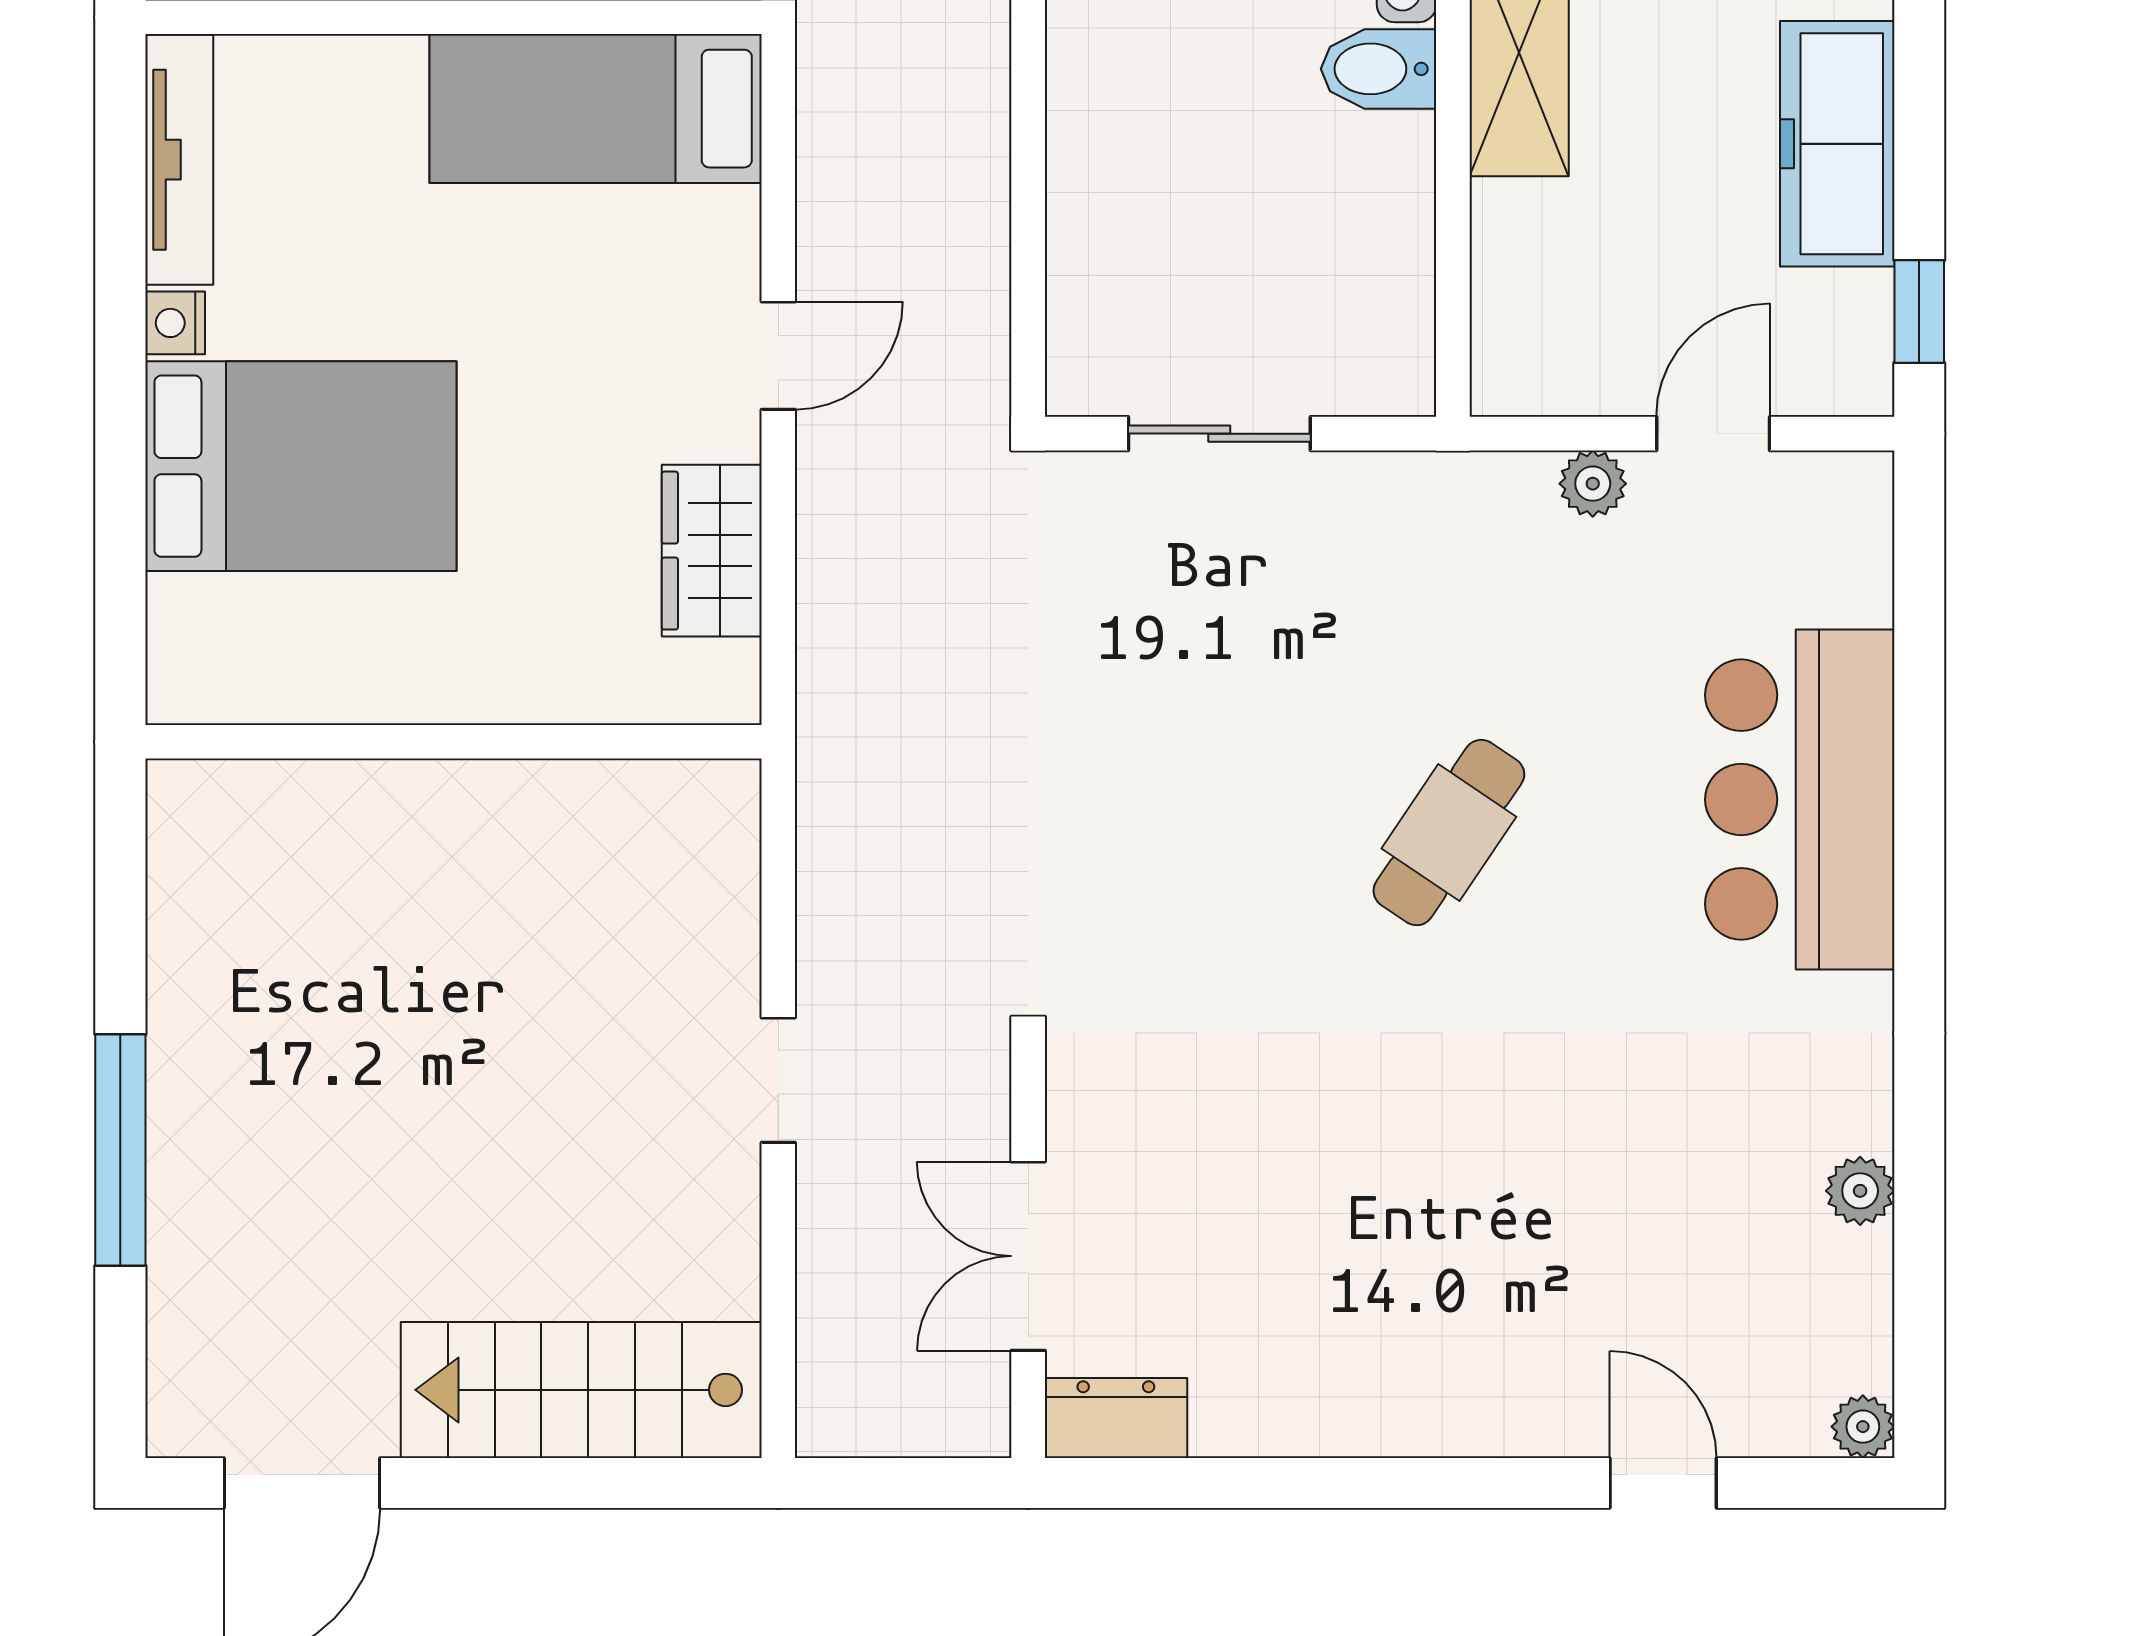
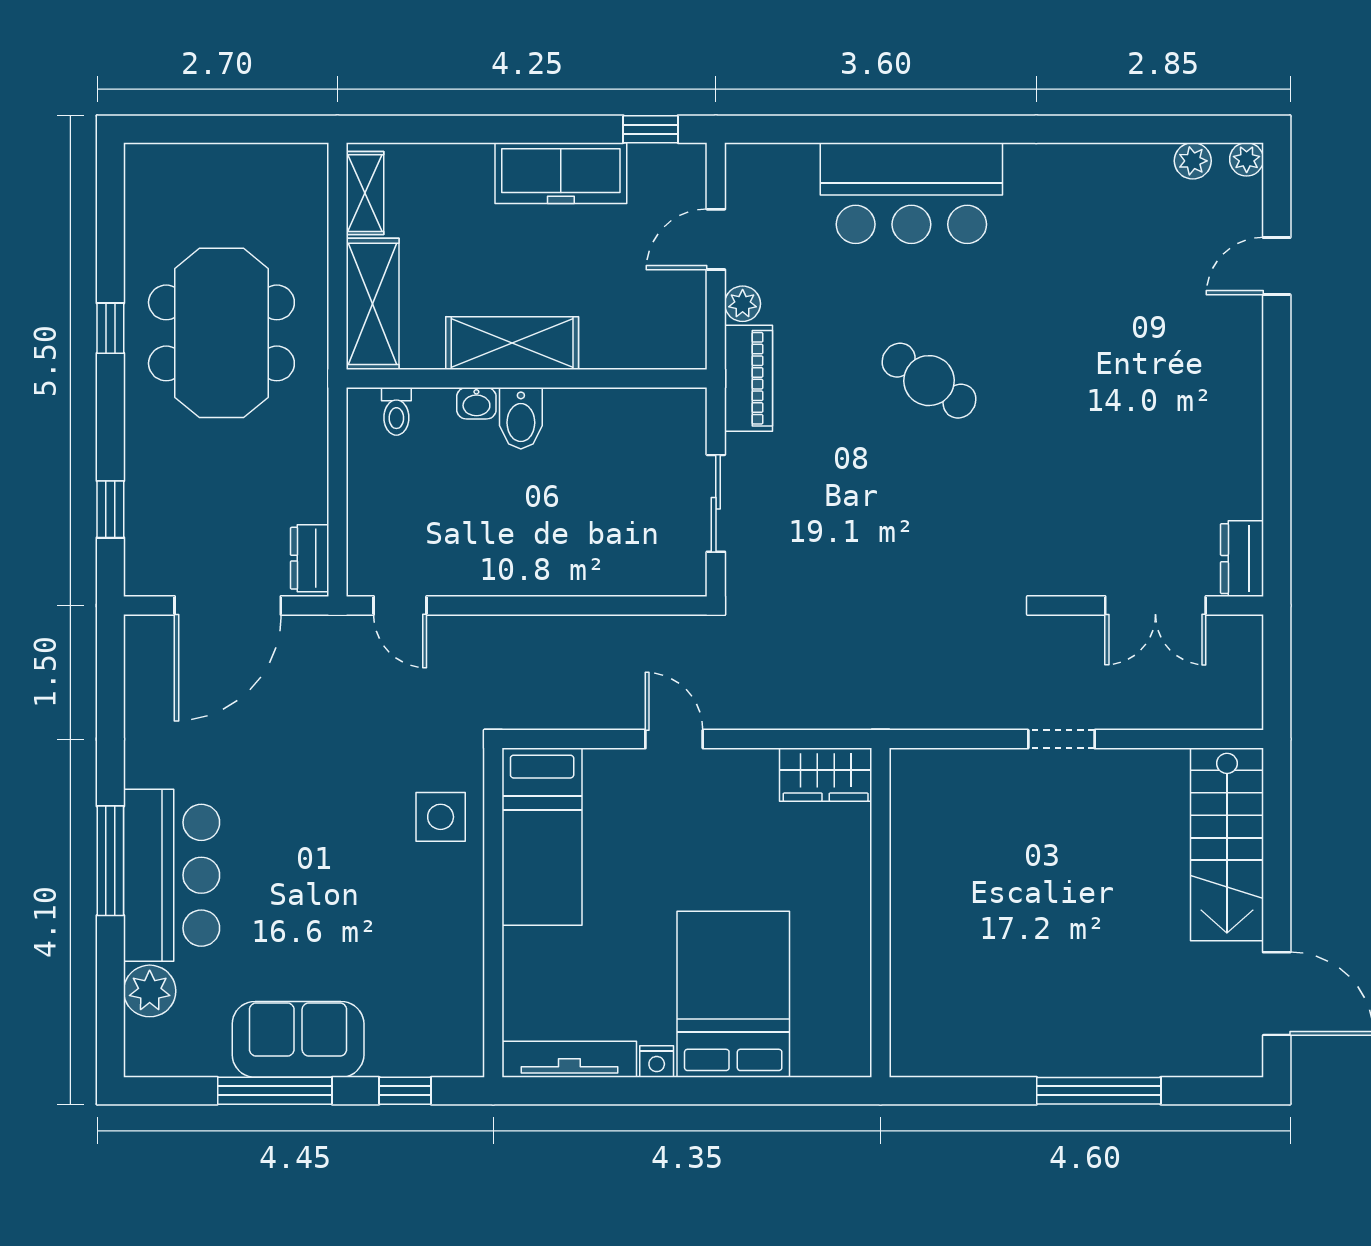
door: (1713, 434) -> (716, 239), hinge flipped
piano: (1453, 495) -> (748, 378), added
wardrobe: (712, 551) -> (826, 775), moved
plant: (1860, 1191) -> (1193, 161), moved

